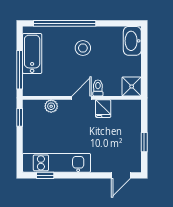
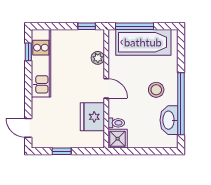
window: (65, 23) -> (181, 104), moved
washbasin: (132, 41) -> (169, 120), moved, turned -90
bathtub: (32, 54) -> (143, 42), width x1.36, depth x1.36
toilet: (98, 88) -> (116, 123), moved
fridge: (103, 109) -> (92, 117), width x1.88, depth x1.34

